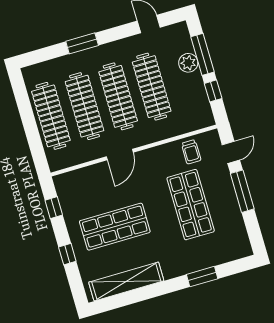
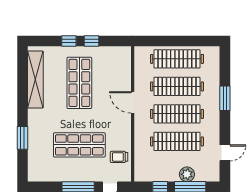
window: (54, 208) -> (91, 41), moved

